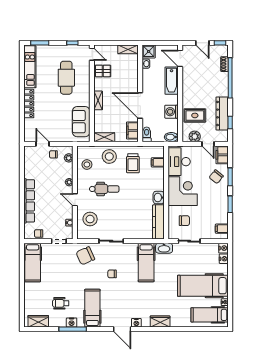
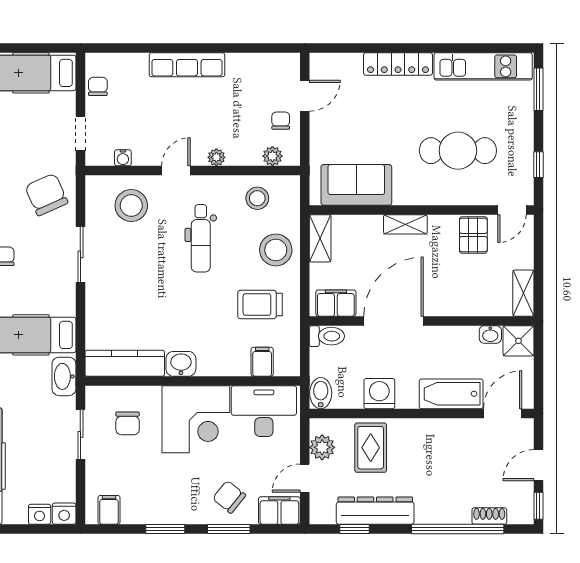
row of seats: (29, 201) -> (187, 65), width x0.73

